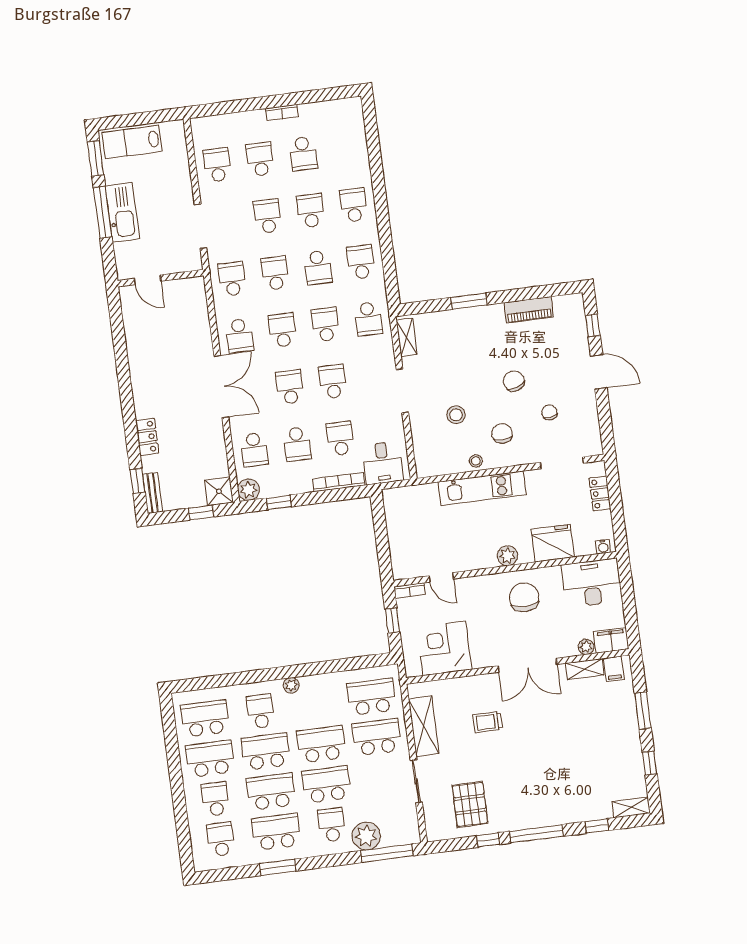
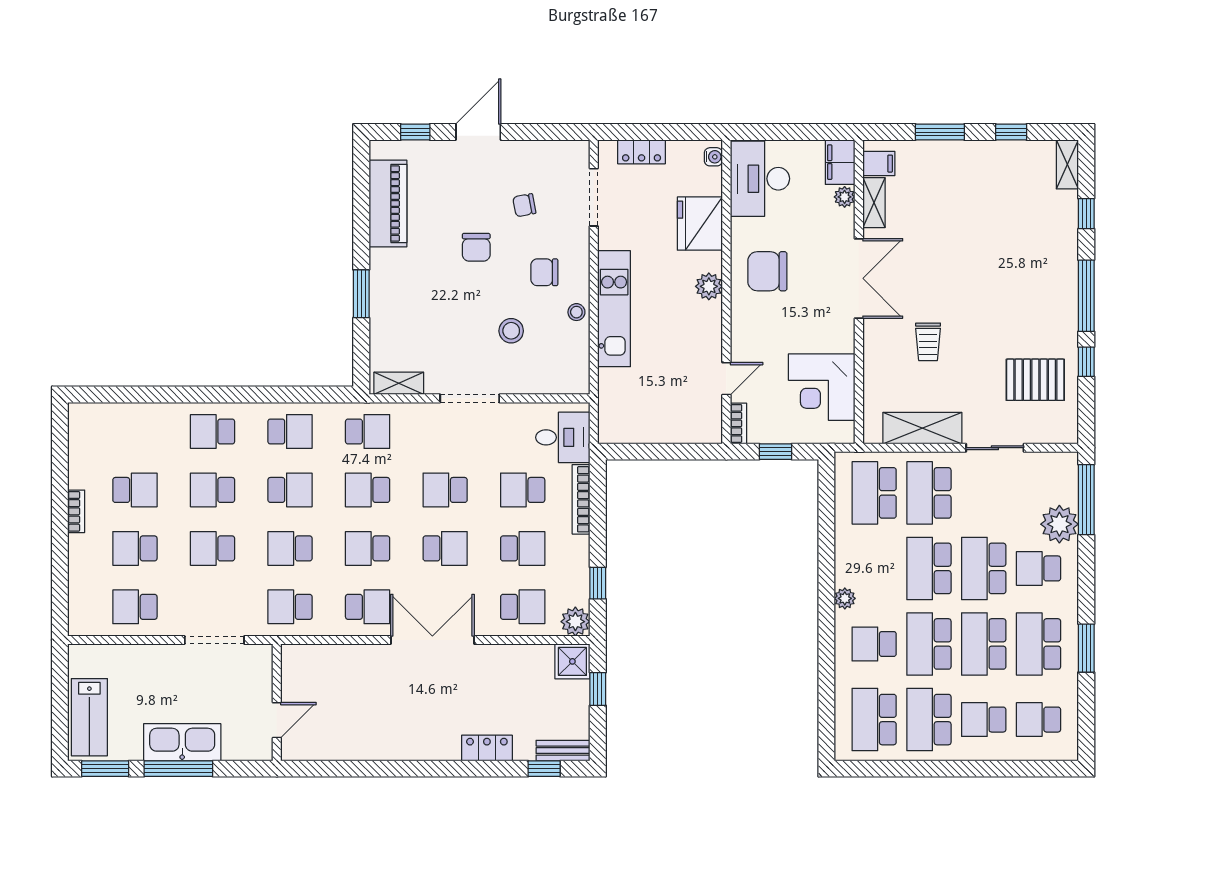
school desk: (361, 262) -> (290, 432), turned 180
piano: (529, 310) -> (388, 203), width x1.37, depth x1.33
chair: (514, 381) -> (476, 247), turned -73
school desk: (290, 387) -> (445, 548), turned 180

